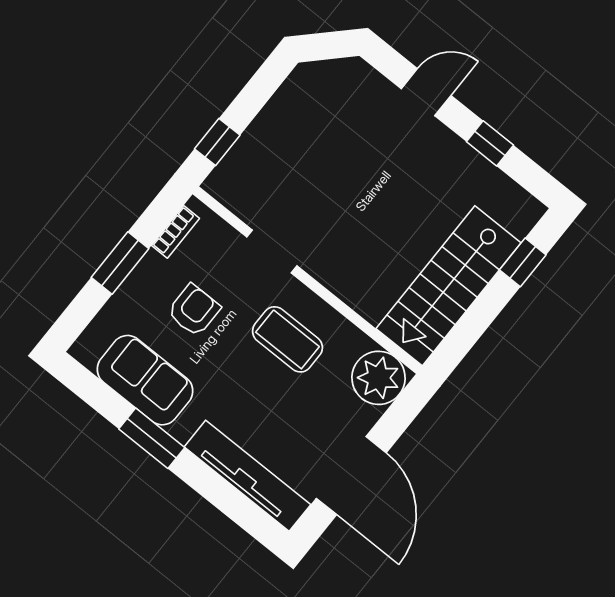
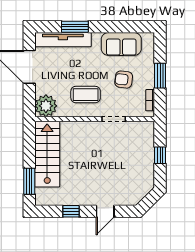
window: (217, 142) -> (160, 155), moved
window: (523, 262) -> (29, 181), width x1.50
armchair: (194, 310) -> (124, 80), turned 97
window: (152, 438) -> (75, 27), moved

